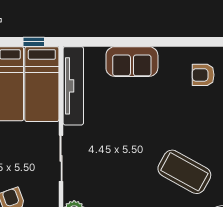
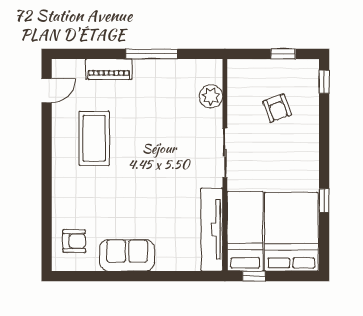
sofa: (132, 62) -> (127, 255), moved
coffee table: (184, 172) -> (94, 138), turned 61

